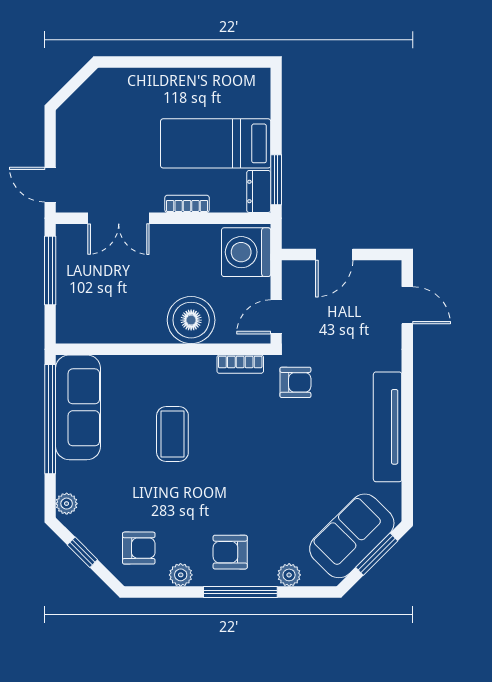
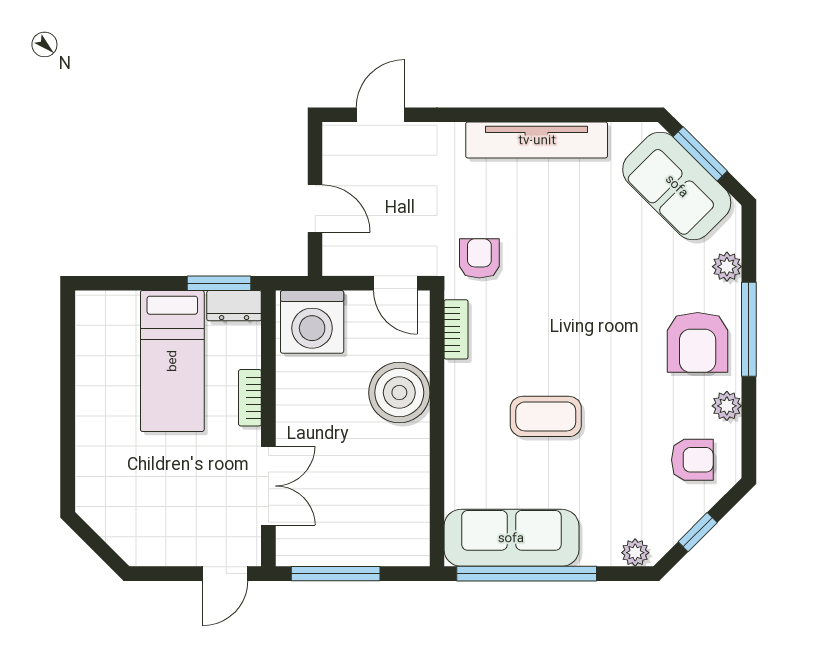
armchair: (139, 548) -> (692, 460), turned 90
armchair: (230, 552) -> (698, 342), width x1.38, depth x1.38

